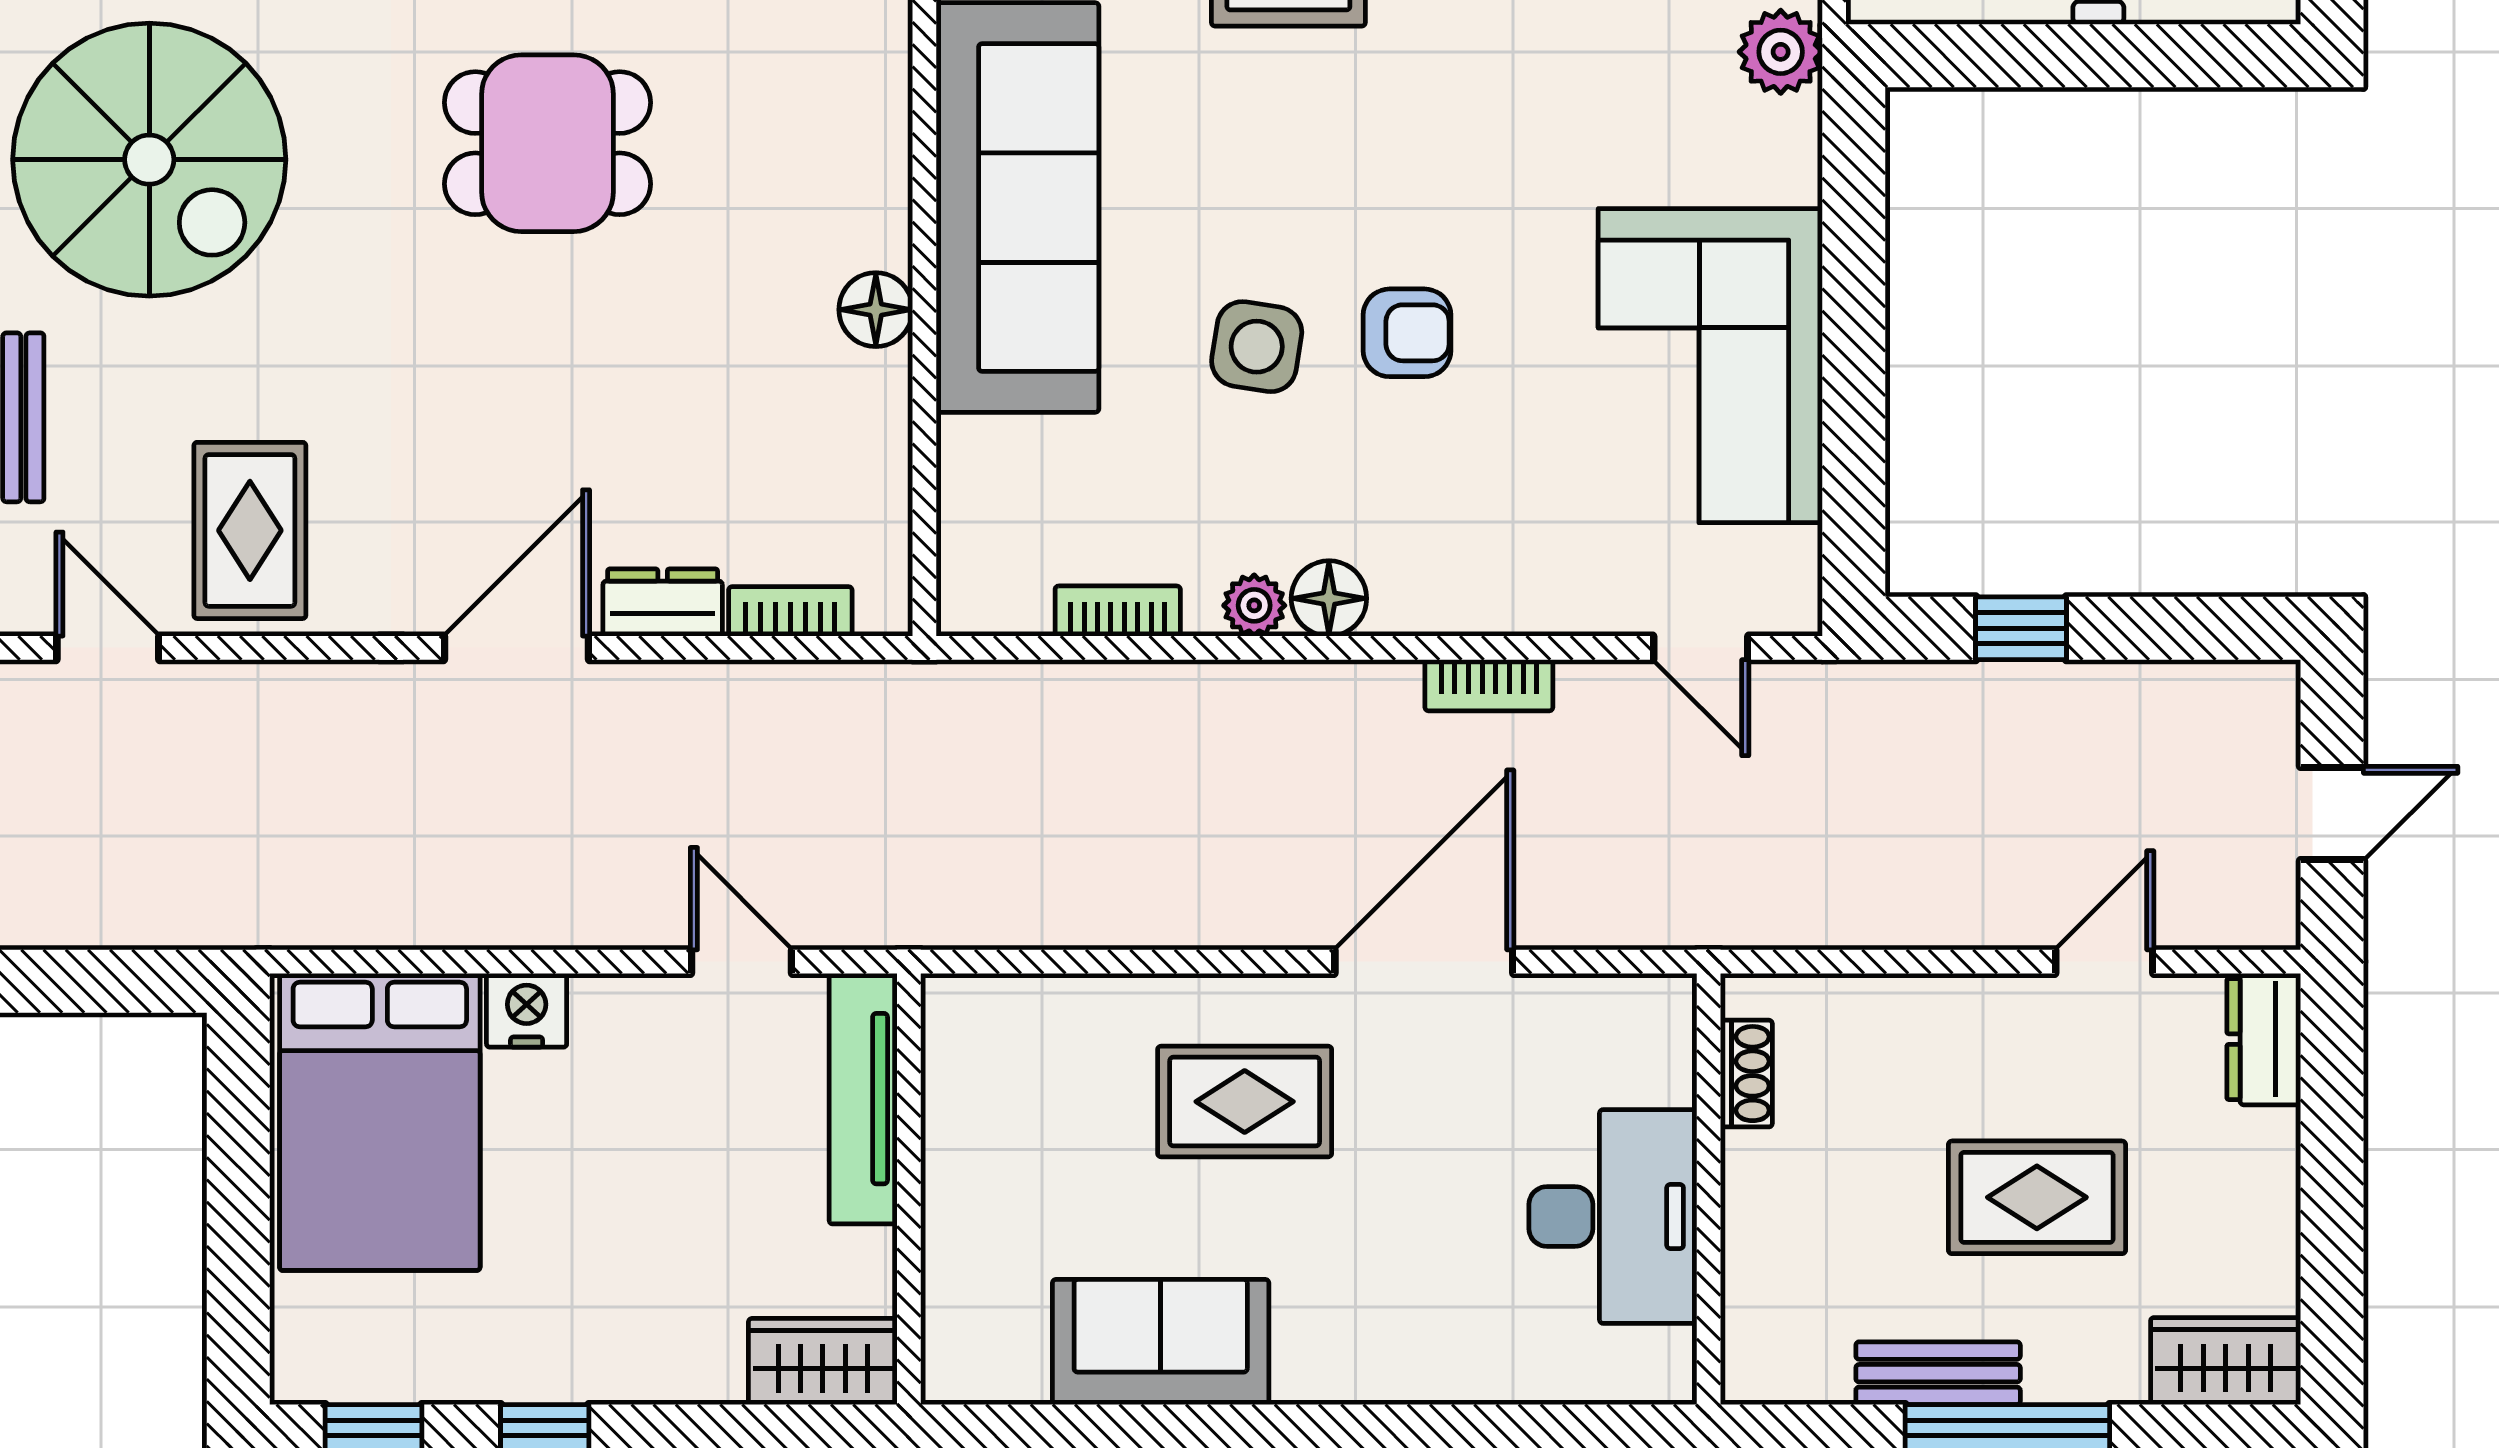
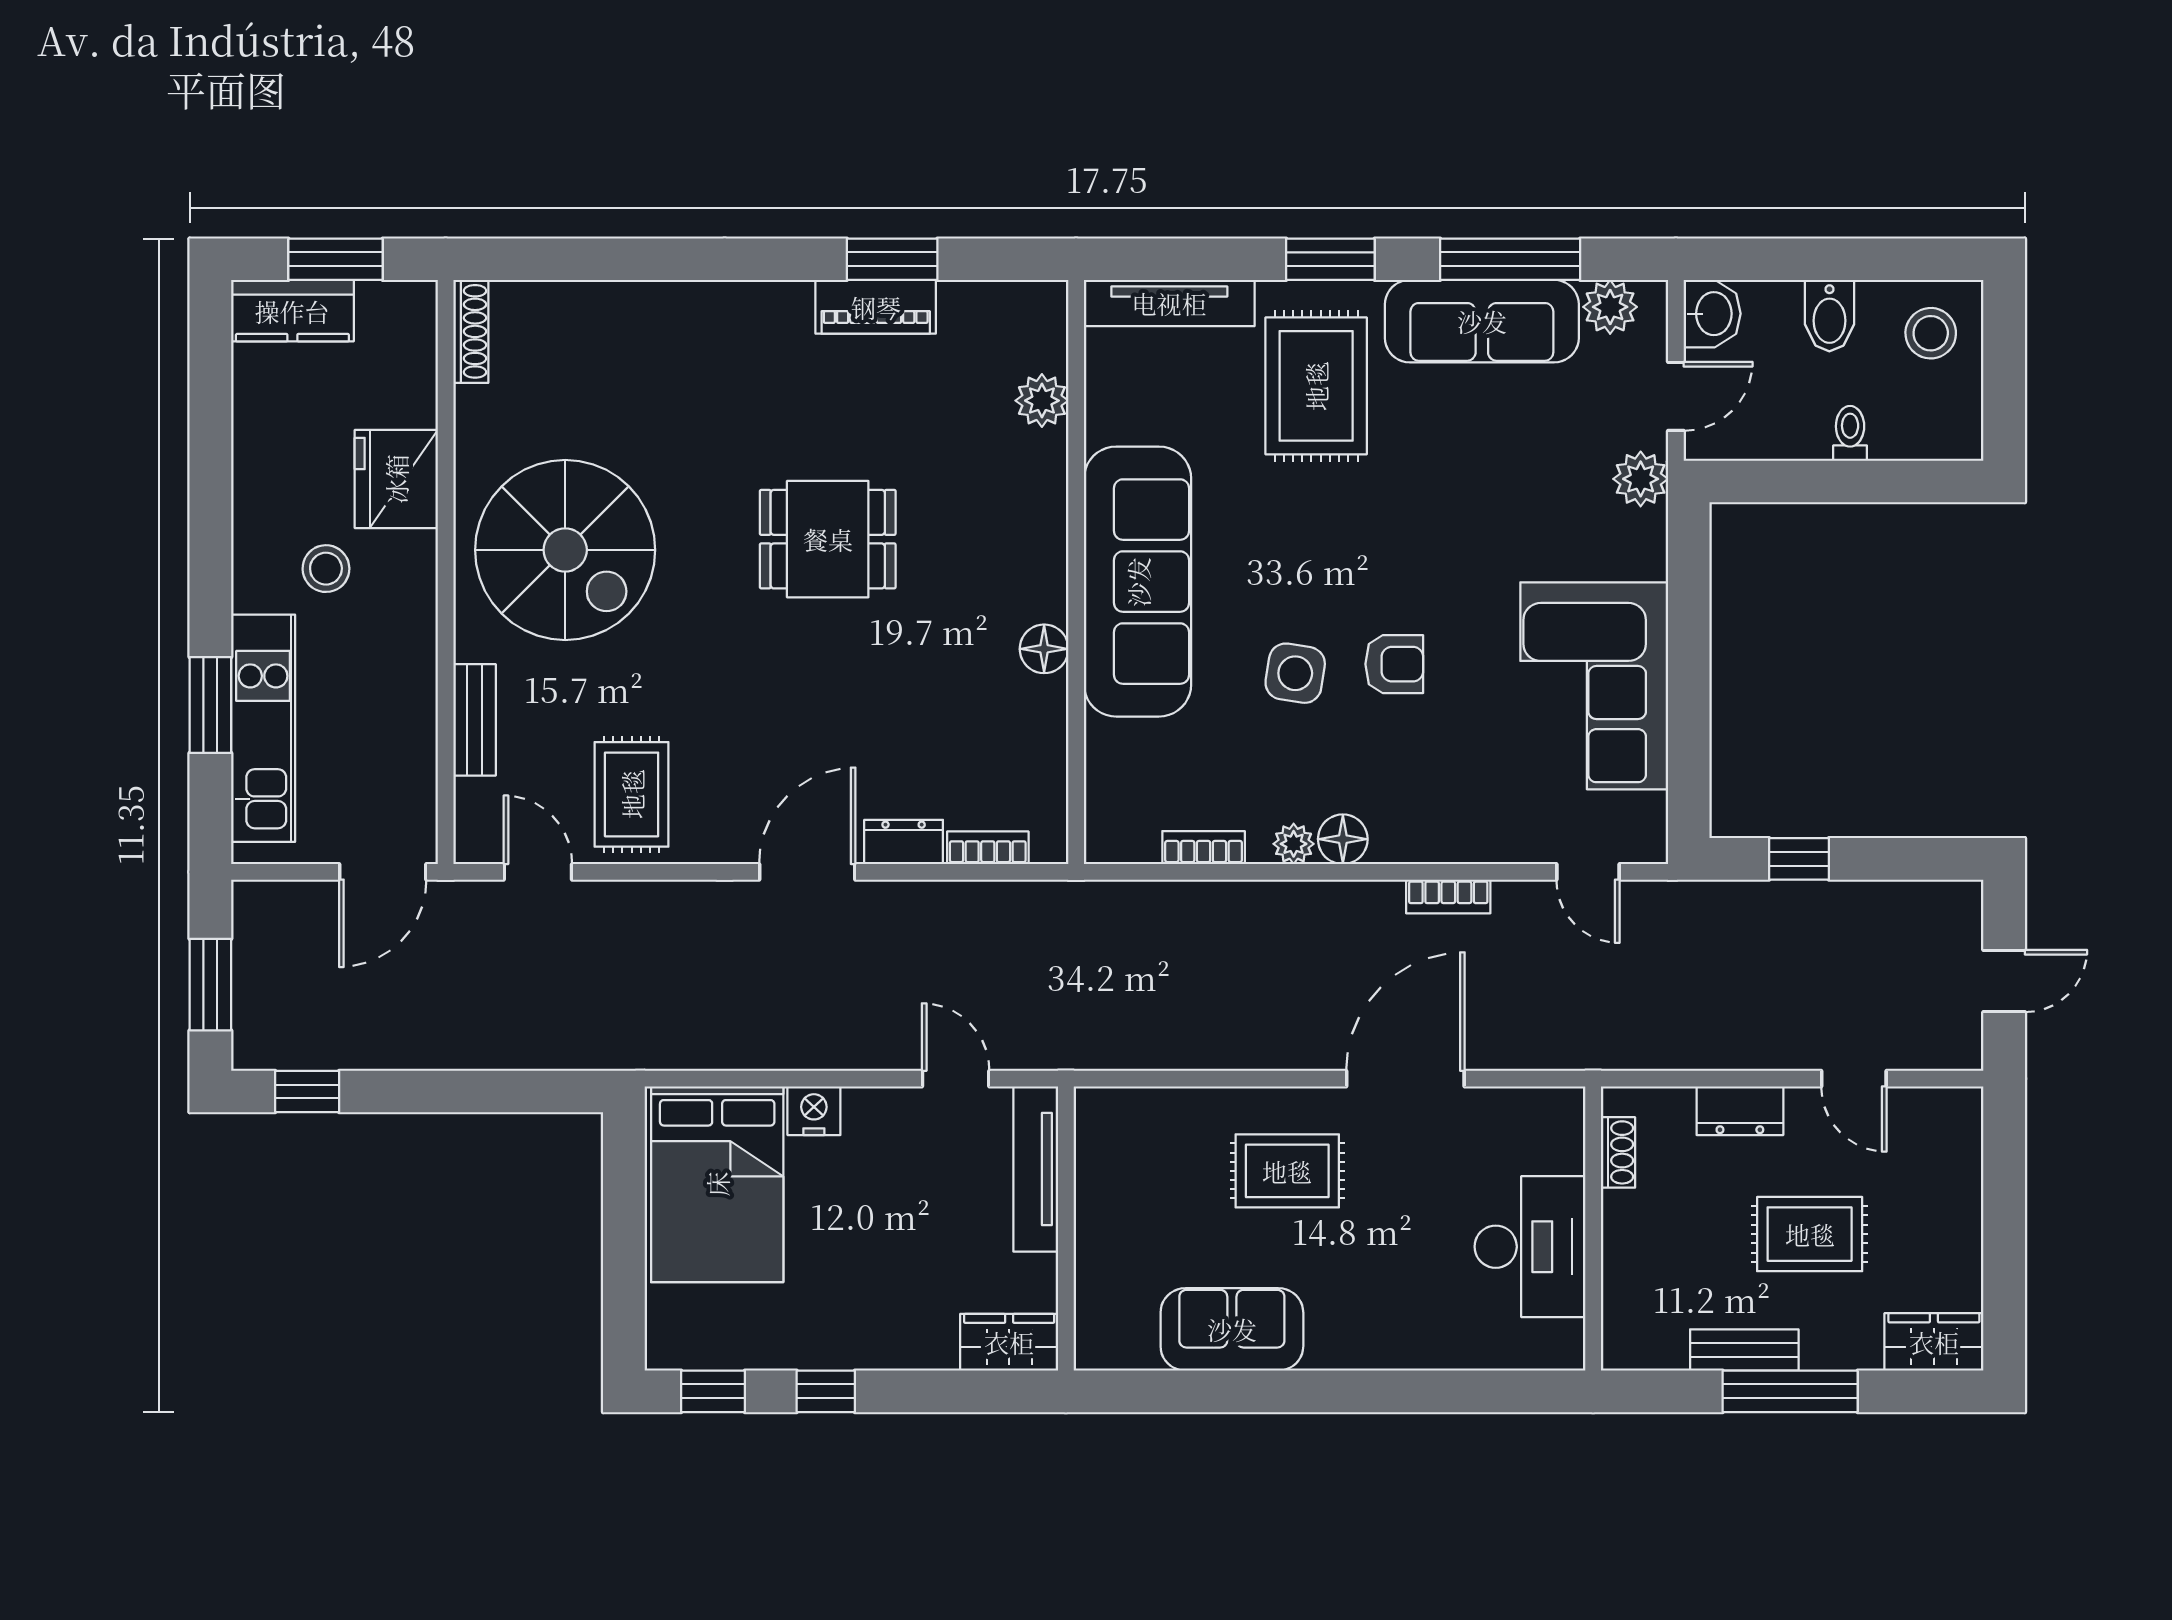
door: (2104, 962) -> (1854, 1079), swing flipped
dresser: (2264, 1039) -> (1740, 1111), moved, turned -90

